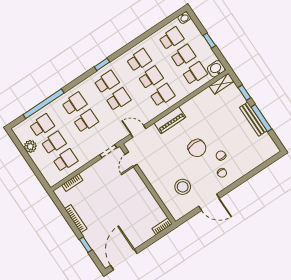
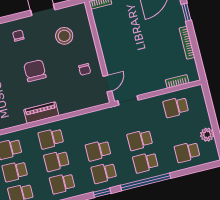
window: (44, 104) -> (146, 182), moved
piano: (170, 120) -> (41, 113), moved
door: (138, 131) -> (90, 110), removed
school desk: (54, 143) -> (181, 130), removed
chair: (221, 156) -> (85, 69), moved

